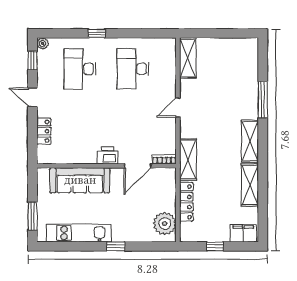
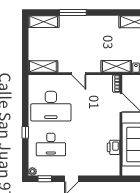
desk: (133, 69) -> (51, 106), width x1.36, depth x1.30
locker: (44, 131) -> (96, 171), removed
shelving: (250, 141) -> (44, 22), moved
printer: (108, 156) -> (114, 147), moved

